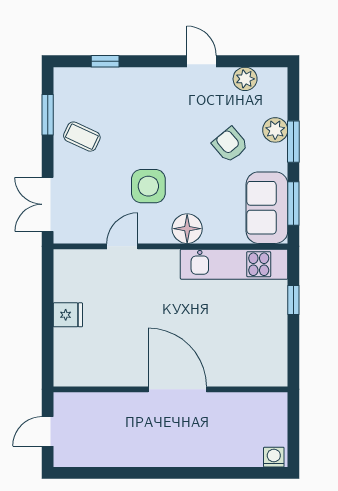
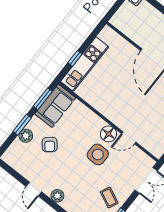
plant: (245, 79) -> (57, 196), moved
floor lamp: (187, 229) -> (108, 134), moved
kitchen unit: (234, 264) -> (85, 64), moved, turned 90

